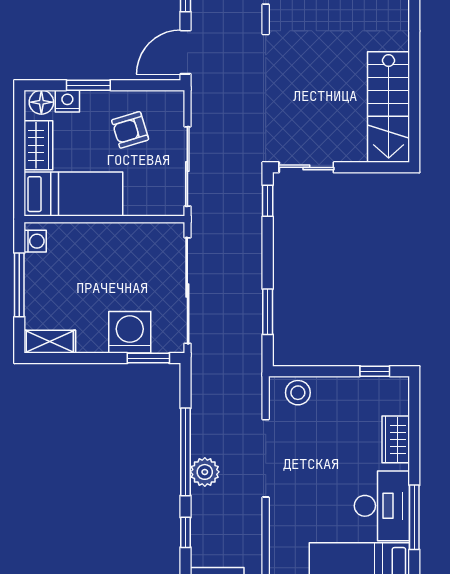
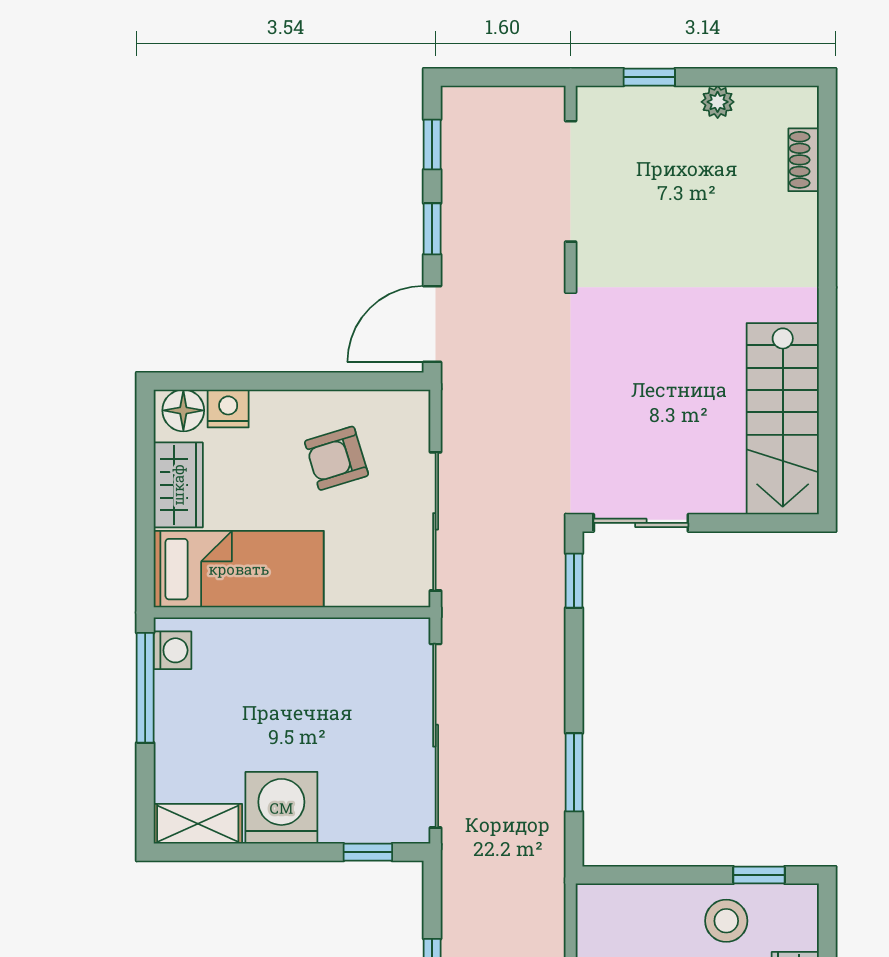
window: (88, 85) -> (264, 381), removed
window: (19, 285) -> (145, 688), moved
washing machine: (130, 332) -> (281, 808), moved
window: (148, 358) -> (368, 852), width x0.67
stool: (298, 393) -> (726, 921), moved

